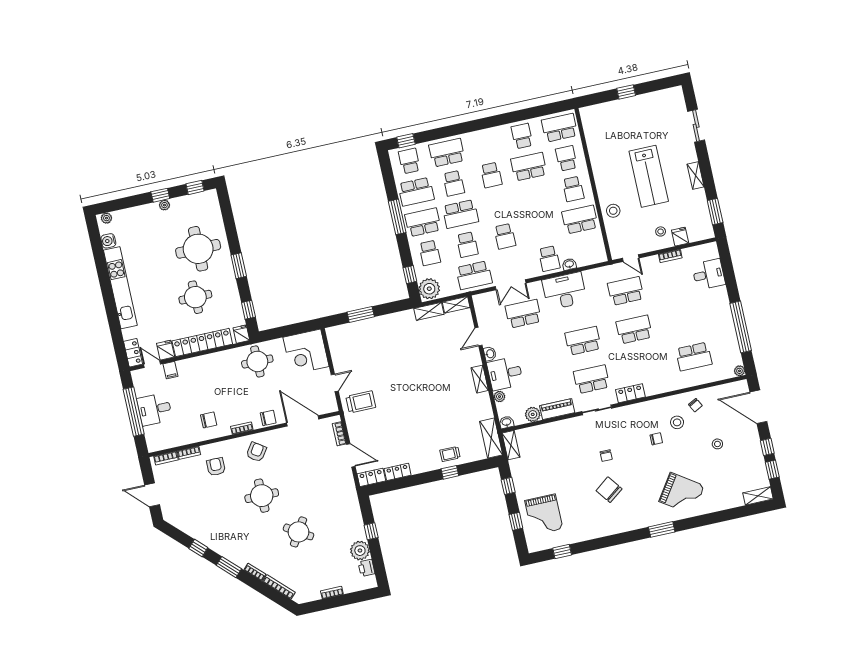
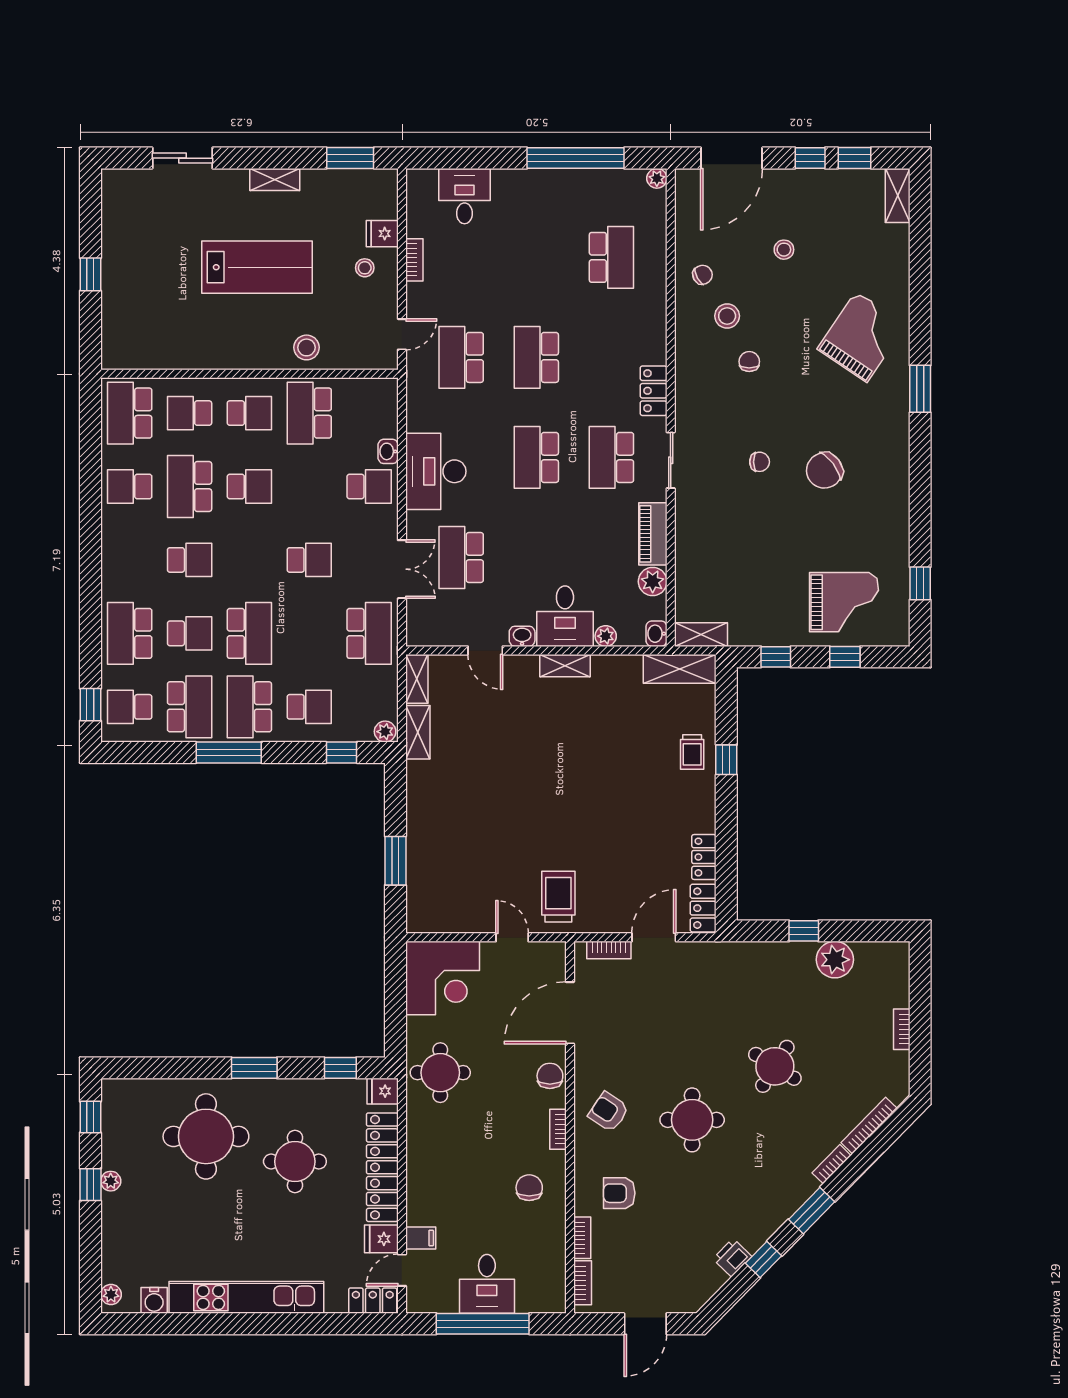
school desk: (467, 245) -> (249, 486), moved
plant: (429, 289) -> (385, 732), width x0.53, depth x0.53
printer: (367, 568) -> (732, 1258), moved, turned 134

